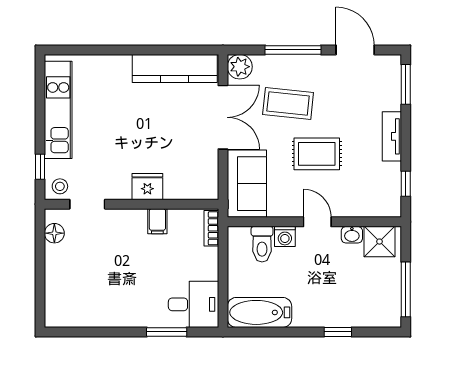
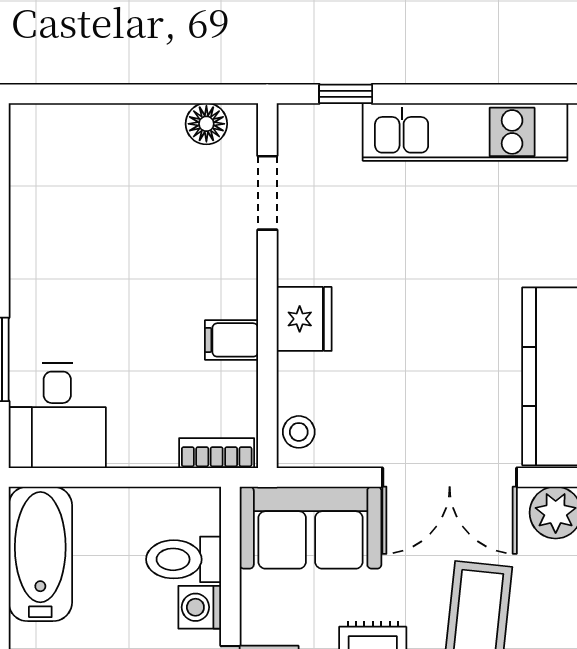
stool: (60, 186) -> (299, 432), moved

